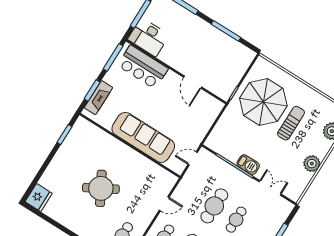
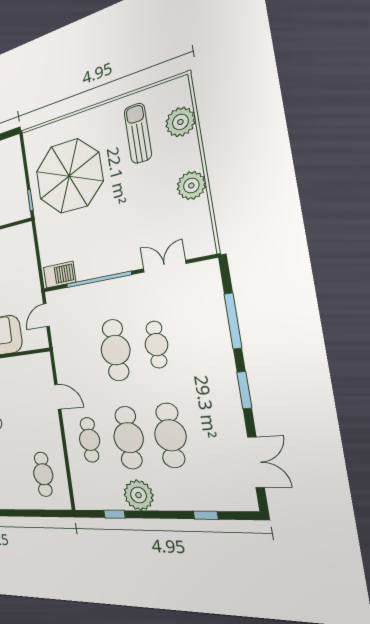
sun lounger: (291, 123) -> (138, 133), moved
barbecue: (248, 165) -> (60, 275), moved
door: (164, 204) -> (58, 397), hinge flipped

